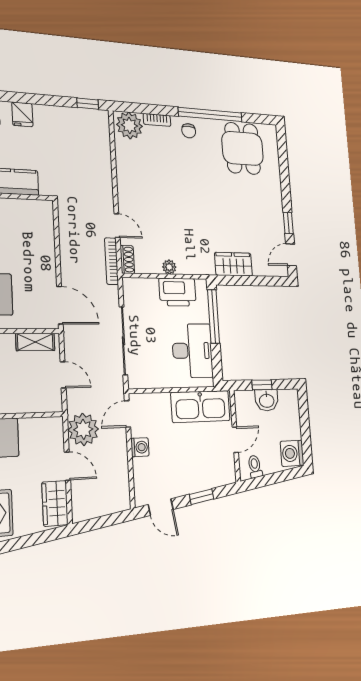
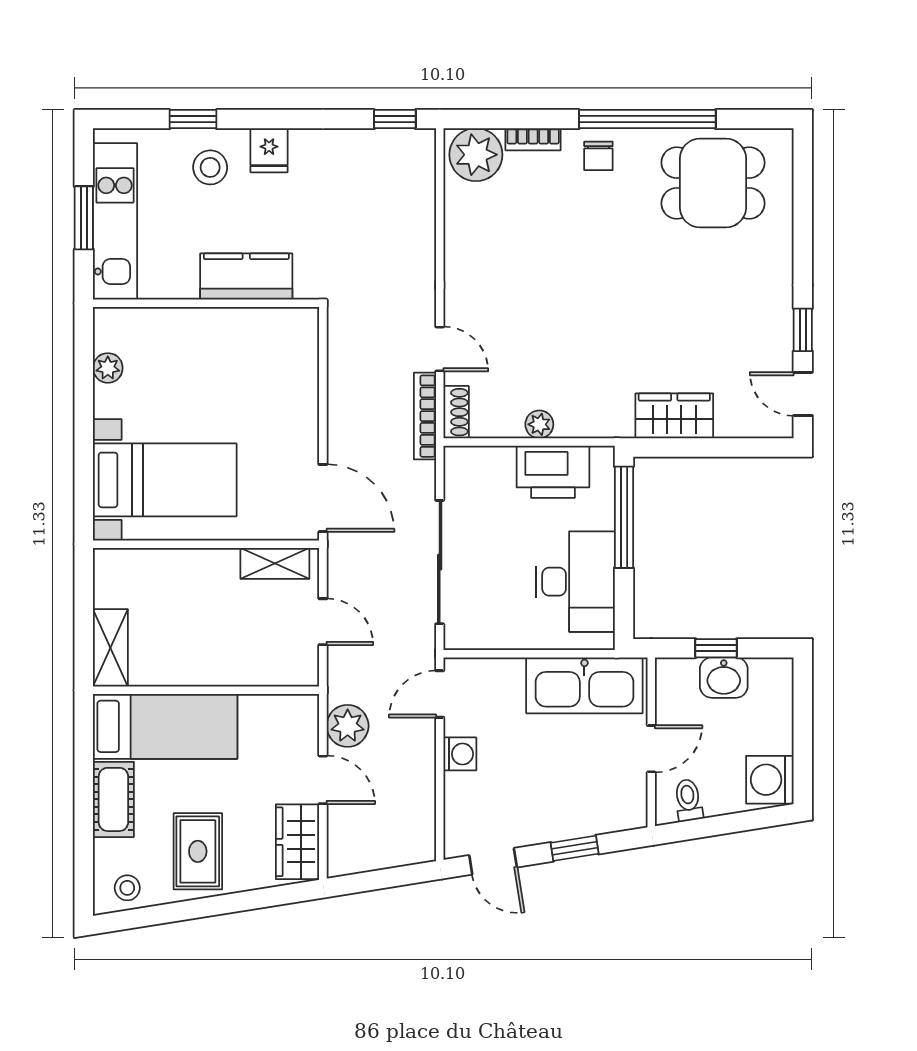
dining table: (243, 148) -> (713, 183), turned 90
door: (291, 255) -> (803, 394), hinge flipped
plant: (83, 429) -> (348, 726), width x0.73, depth x0.73

